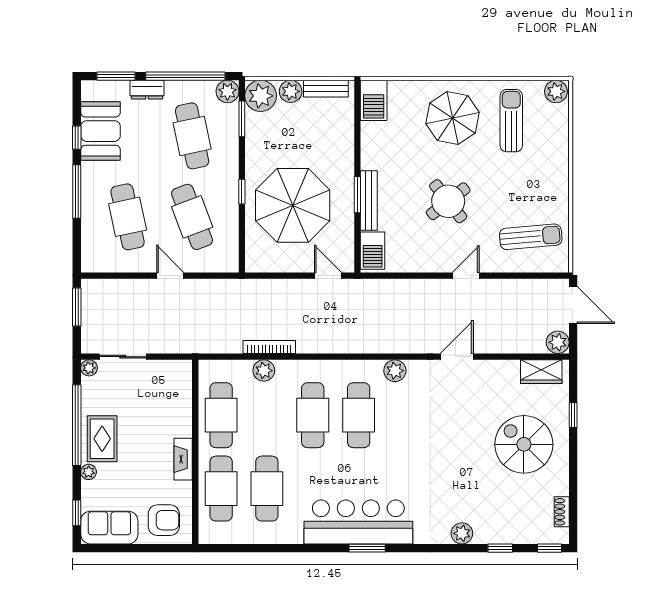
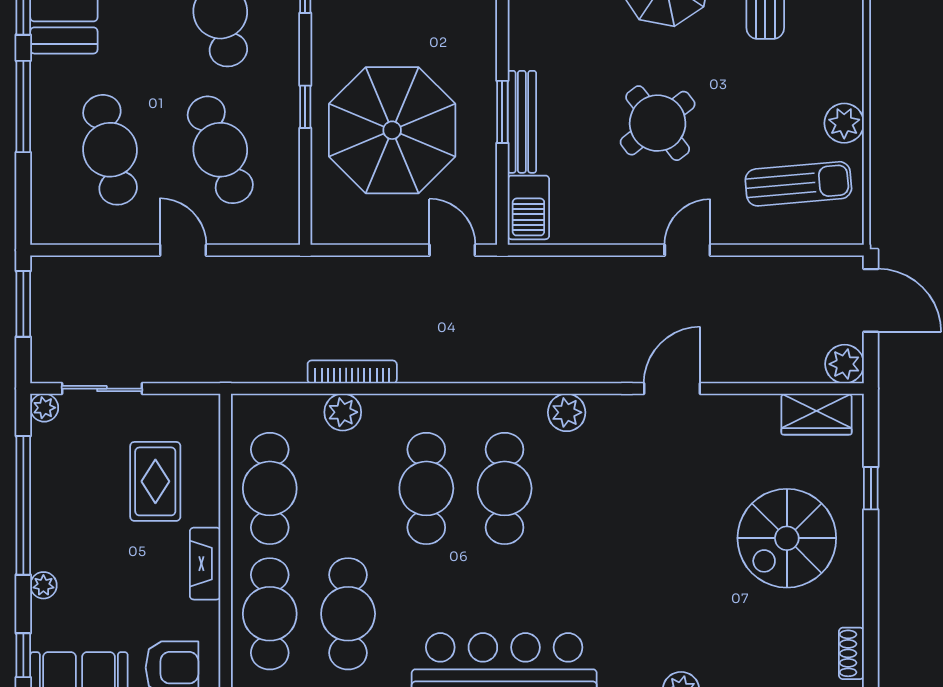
plant: (557, 201) -> (844, 123), added
rug: (102, 439) -> (155, 481), moved
spiral stairs: (524, 444) -> (787, 538), turned -90

